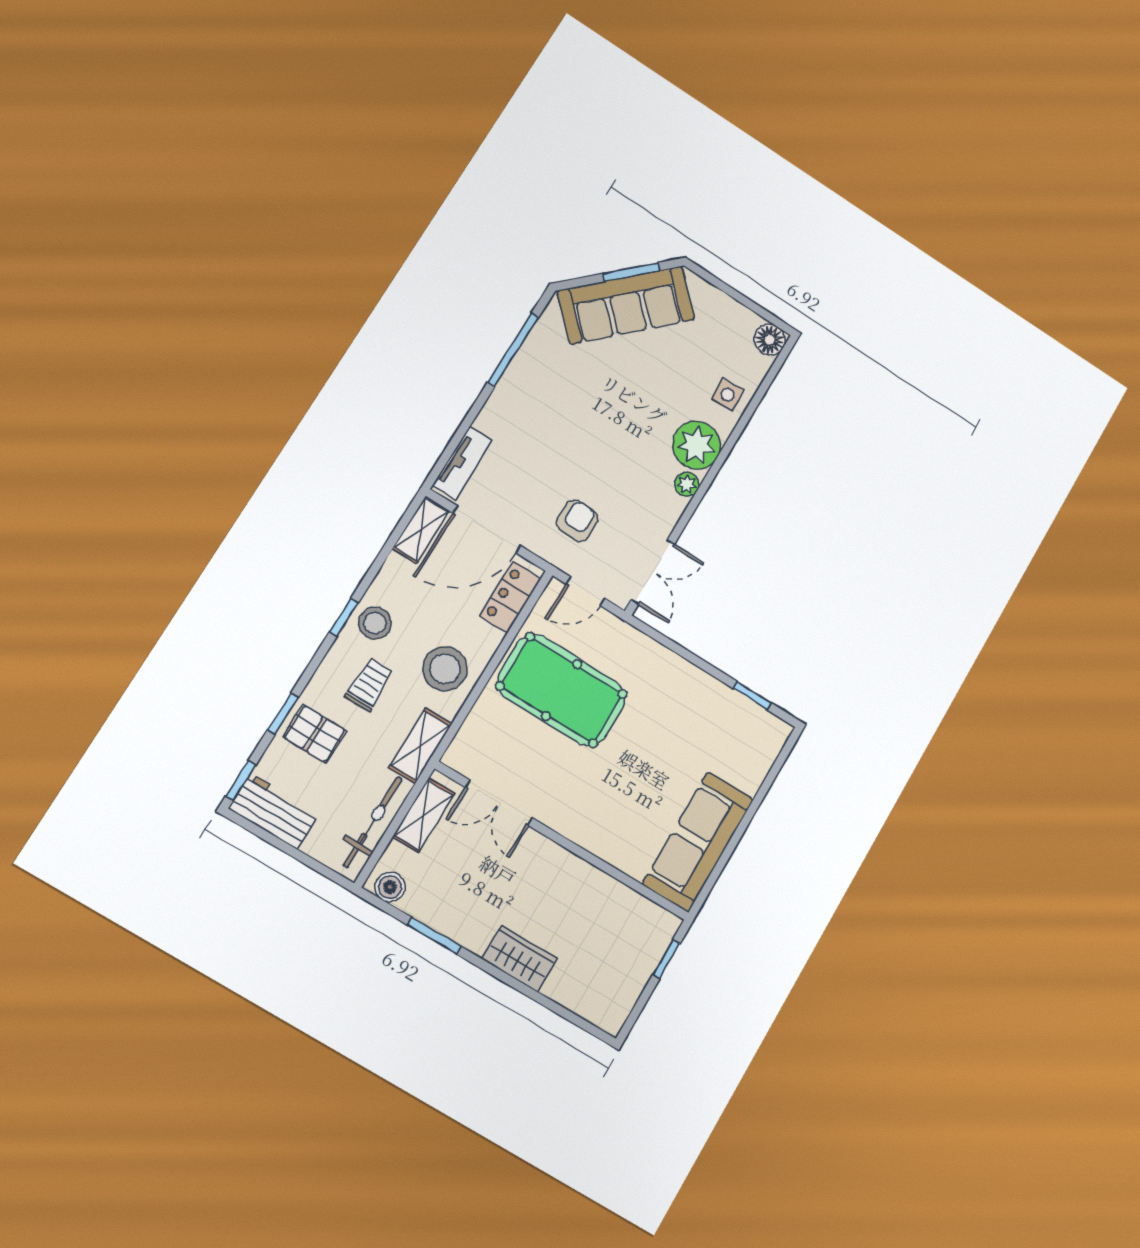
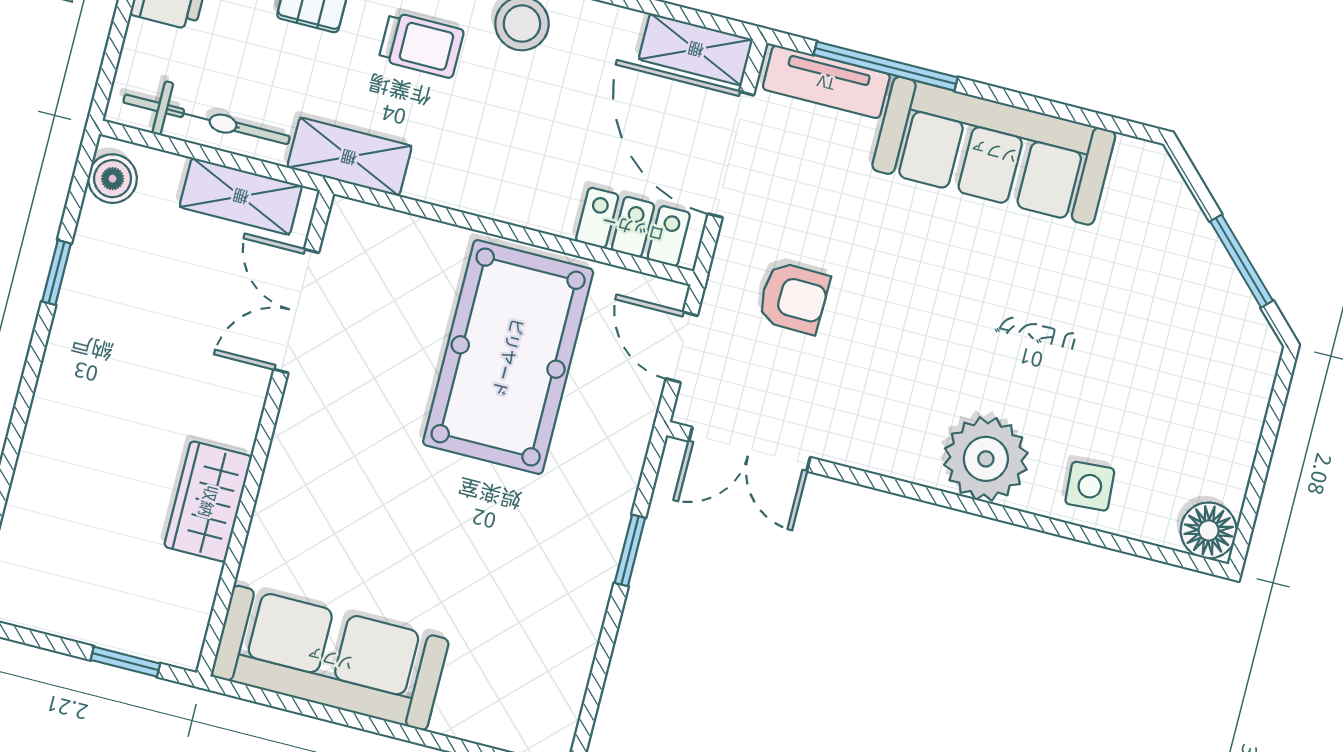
sofa: (626, 305) -> (994, 151), moved, turned -45
window: (513, 350) -> (886, 66), moved
plant: (687, 484) -> (915, 462), removed
stool: (445, 669) -> (484, 158), removed
window: (752, 696) -> (630, 550), moved
window: (434, 936) -> (57, 273), width x0.67
wardrobe: (519, 959) -> (208, 501), moved, turned 180

